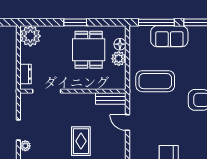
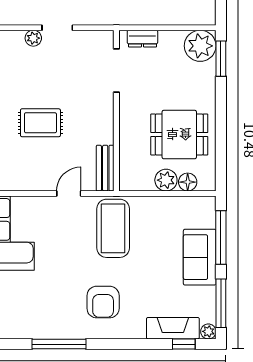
window: (75, 22) -> (221, 59), moved
coffee table: (155, 81) -> (113, 228), moved

